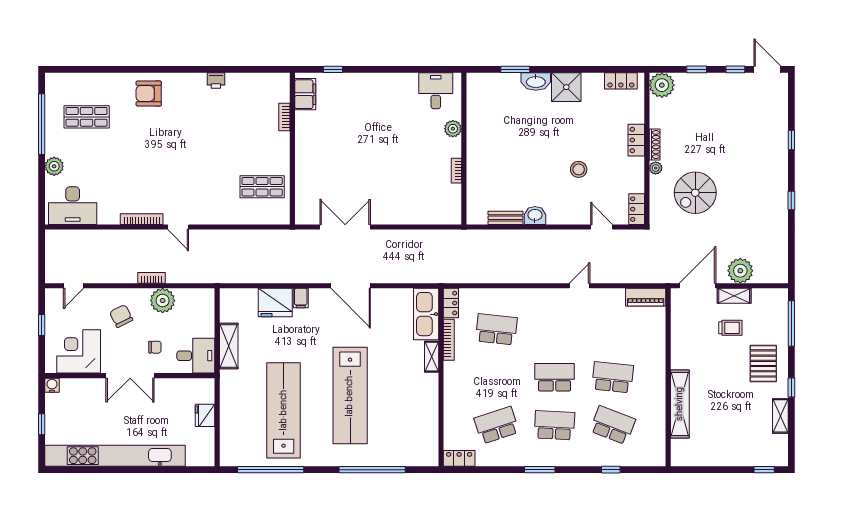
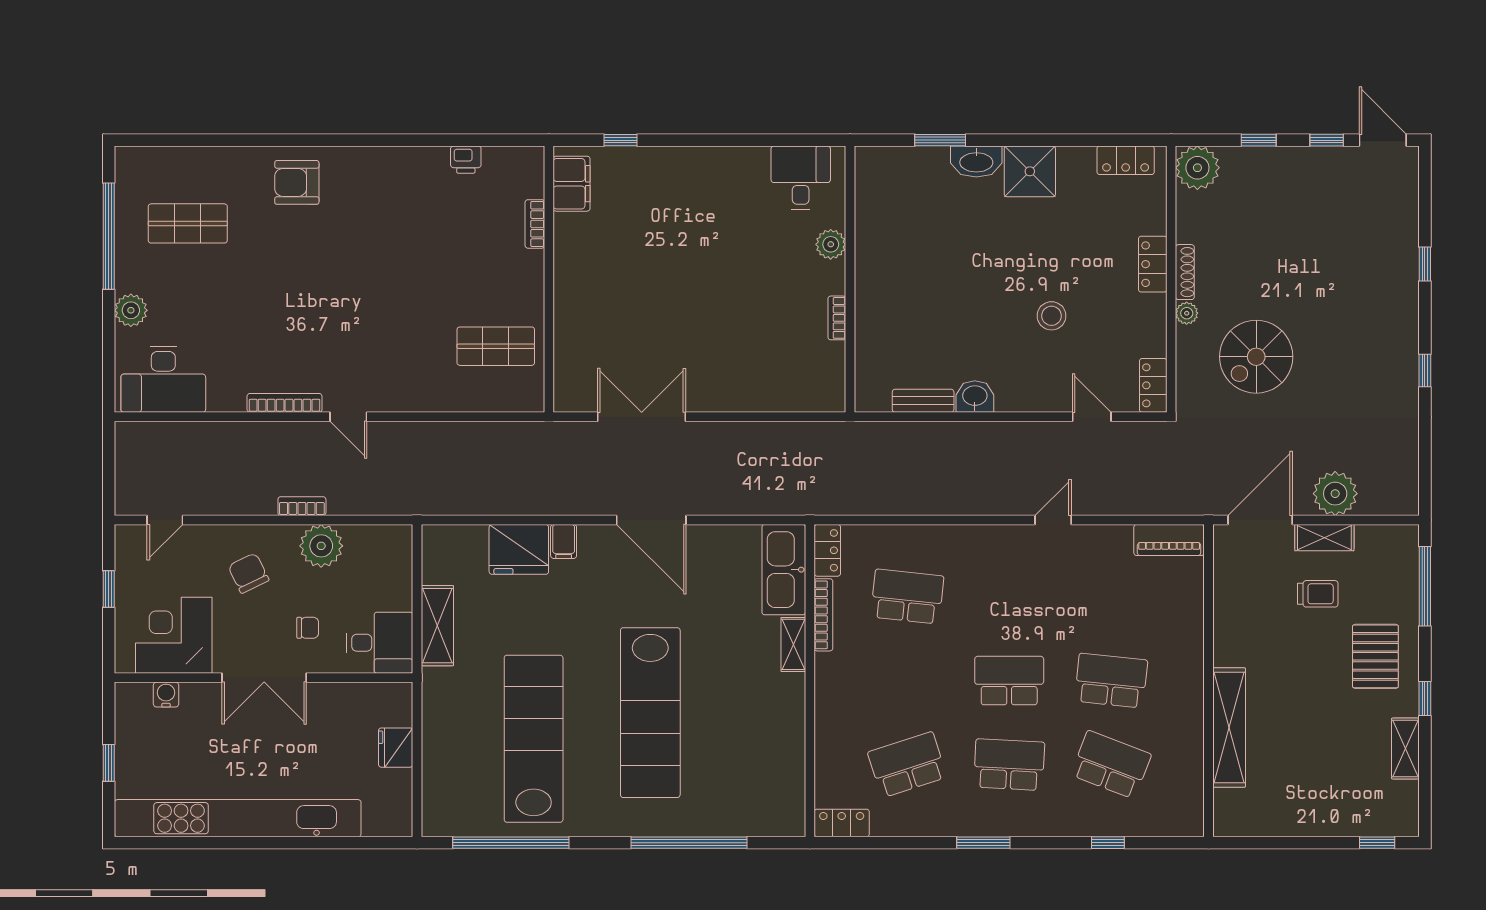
printer: (216, 80) -> (466, 160), moved
water cooler: (52, 385) -> (166, 695), moved

